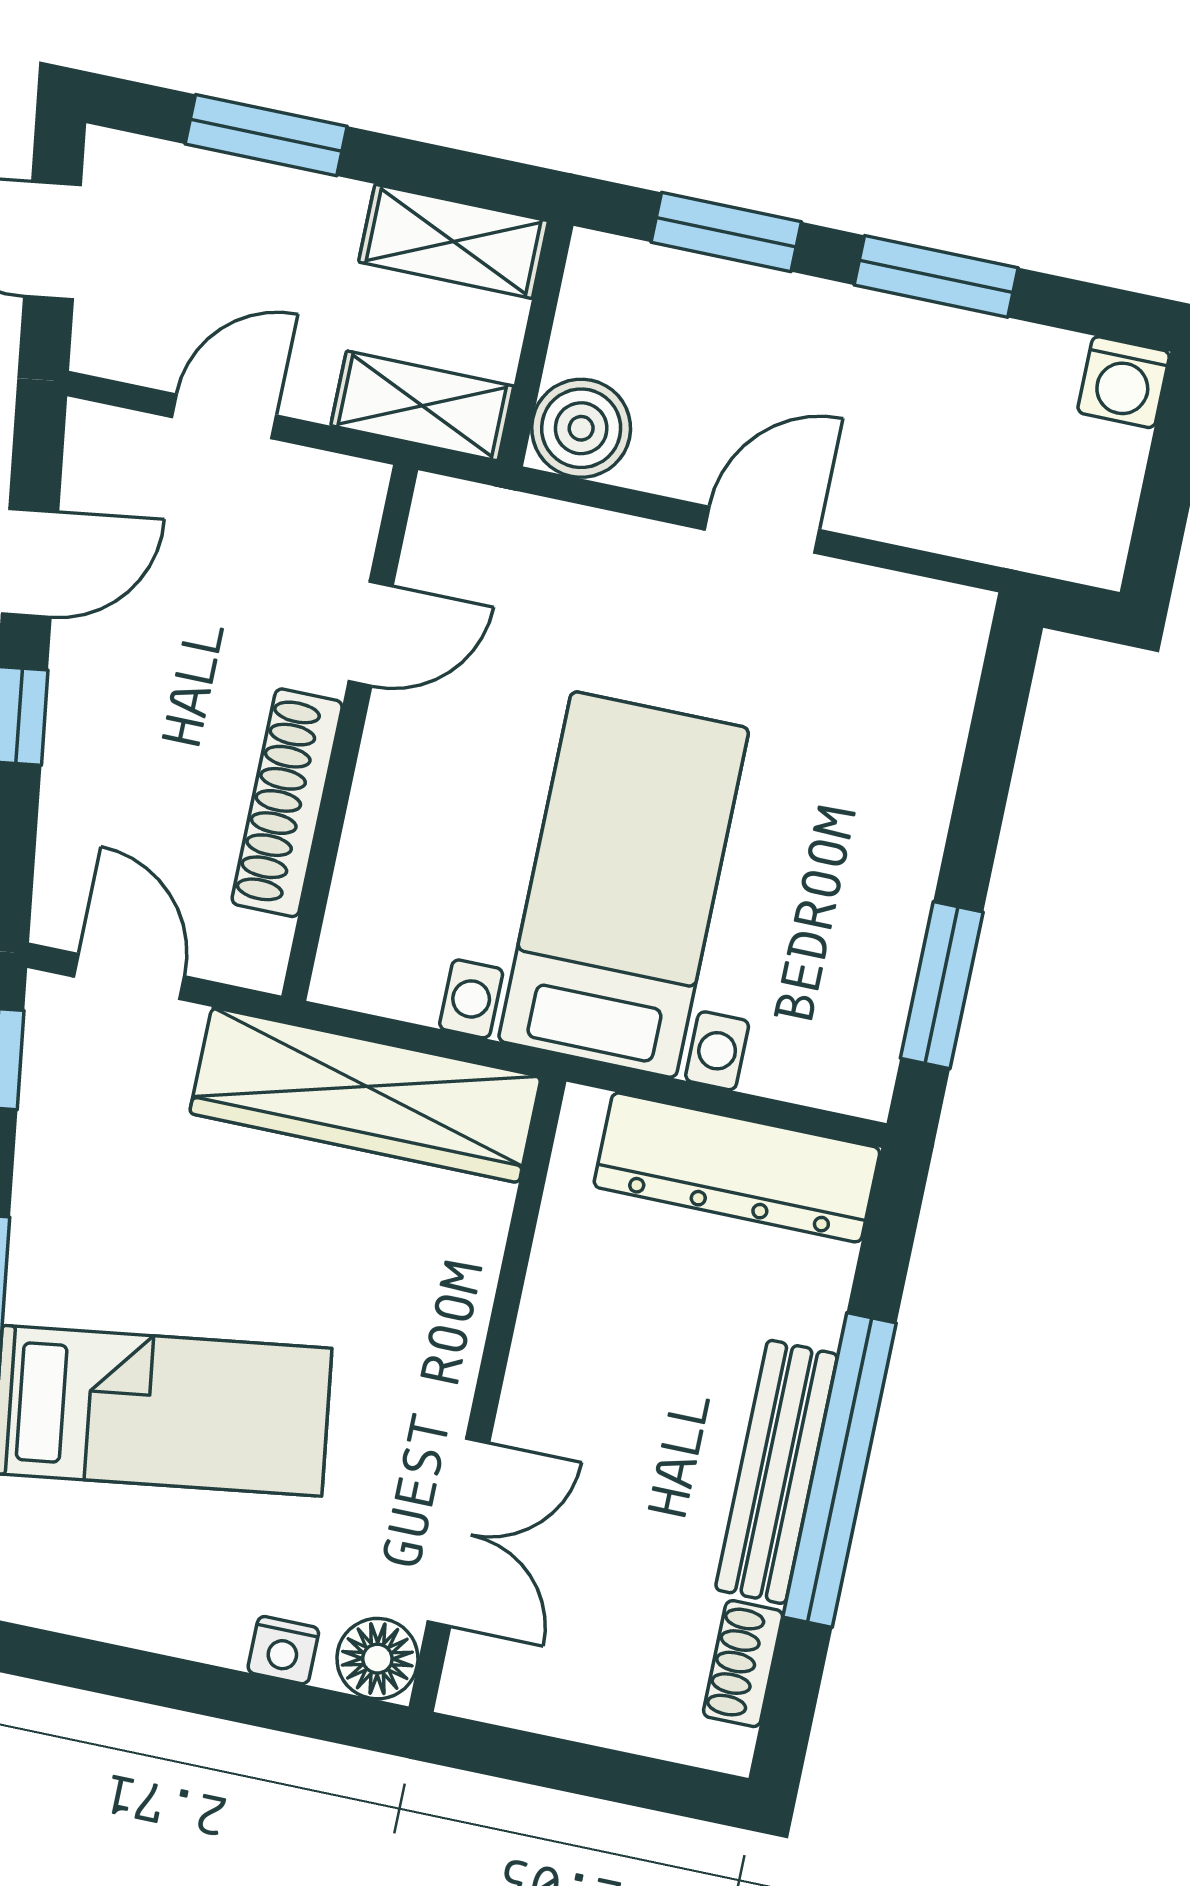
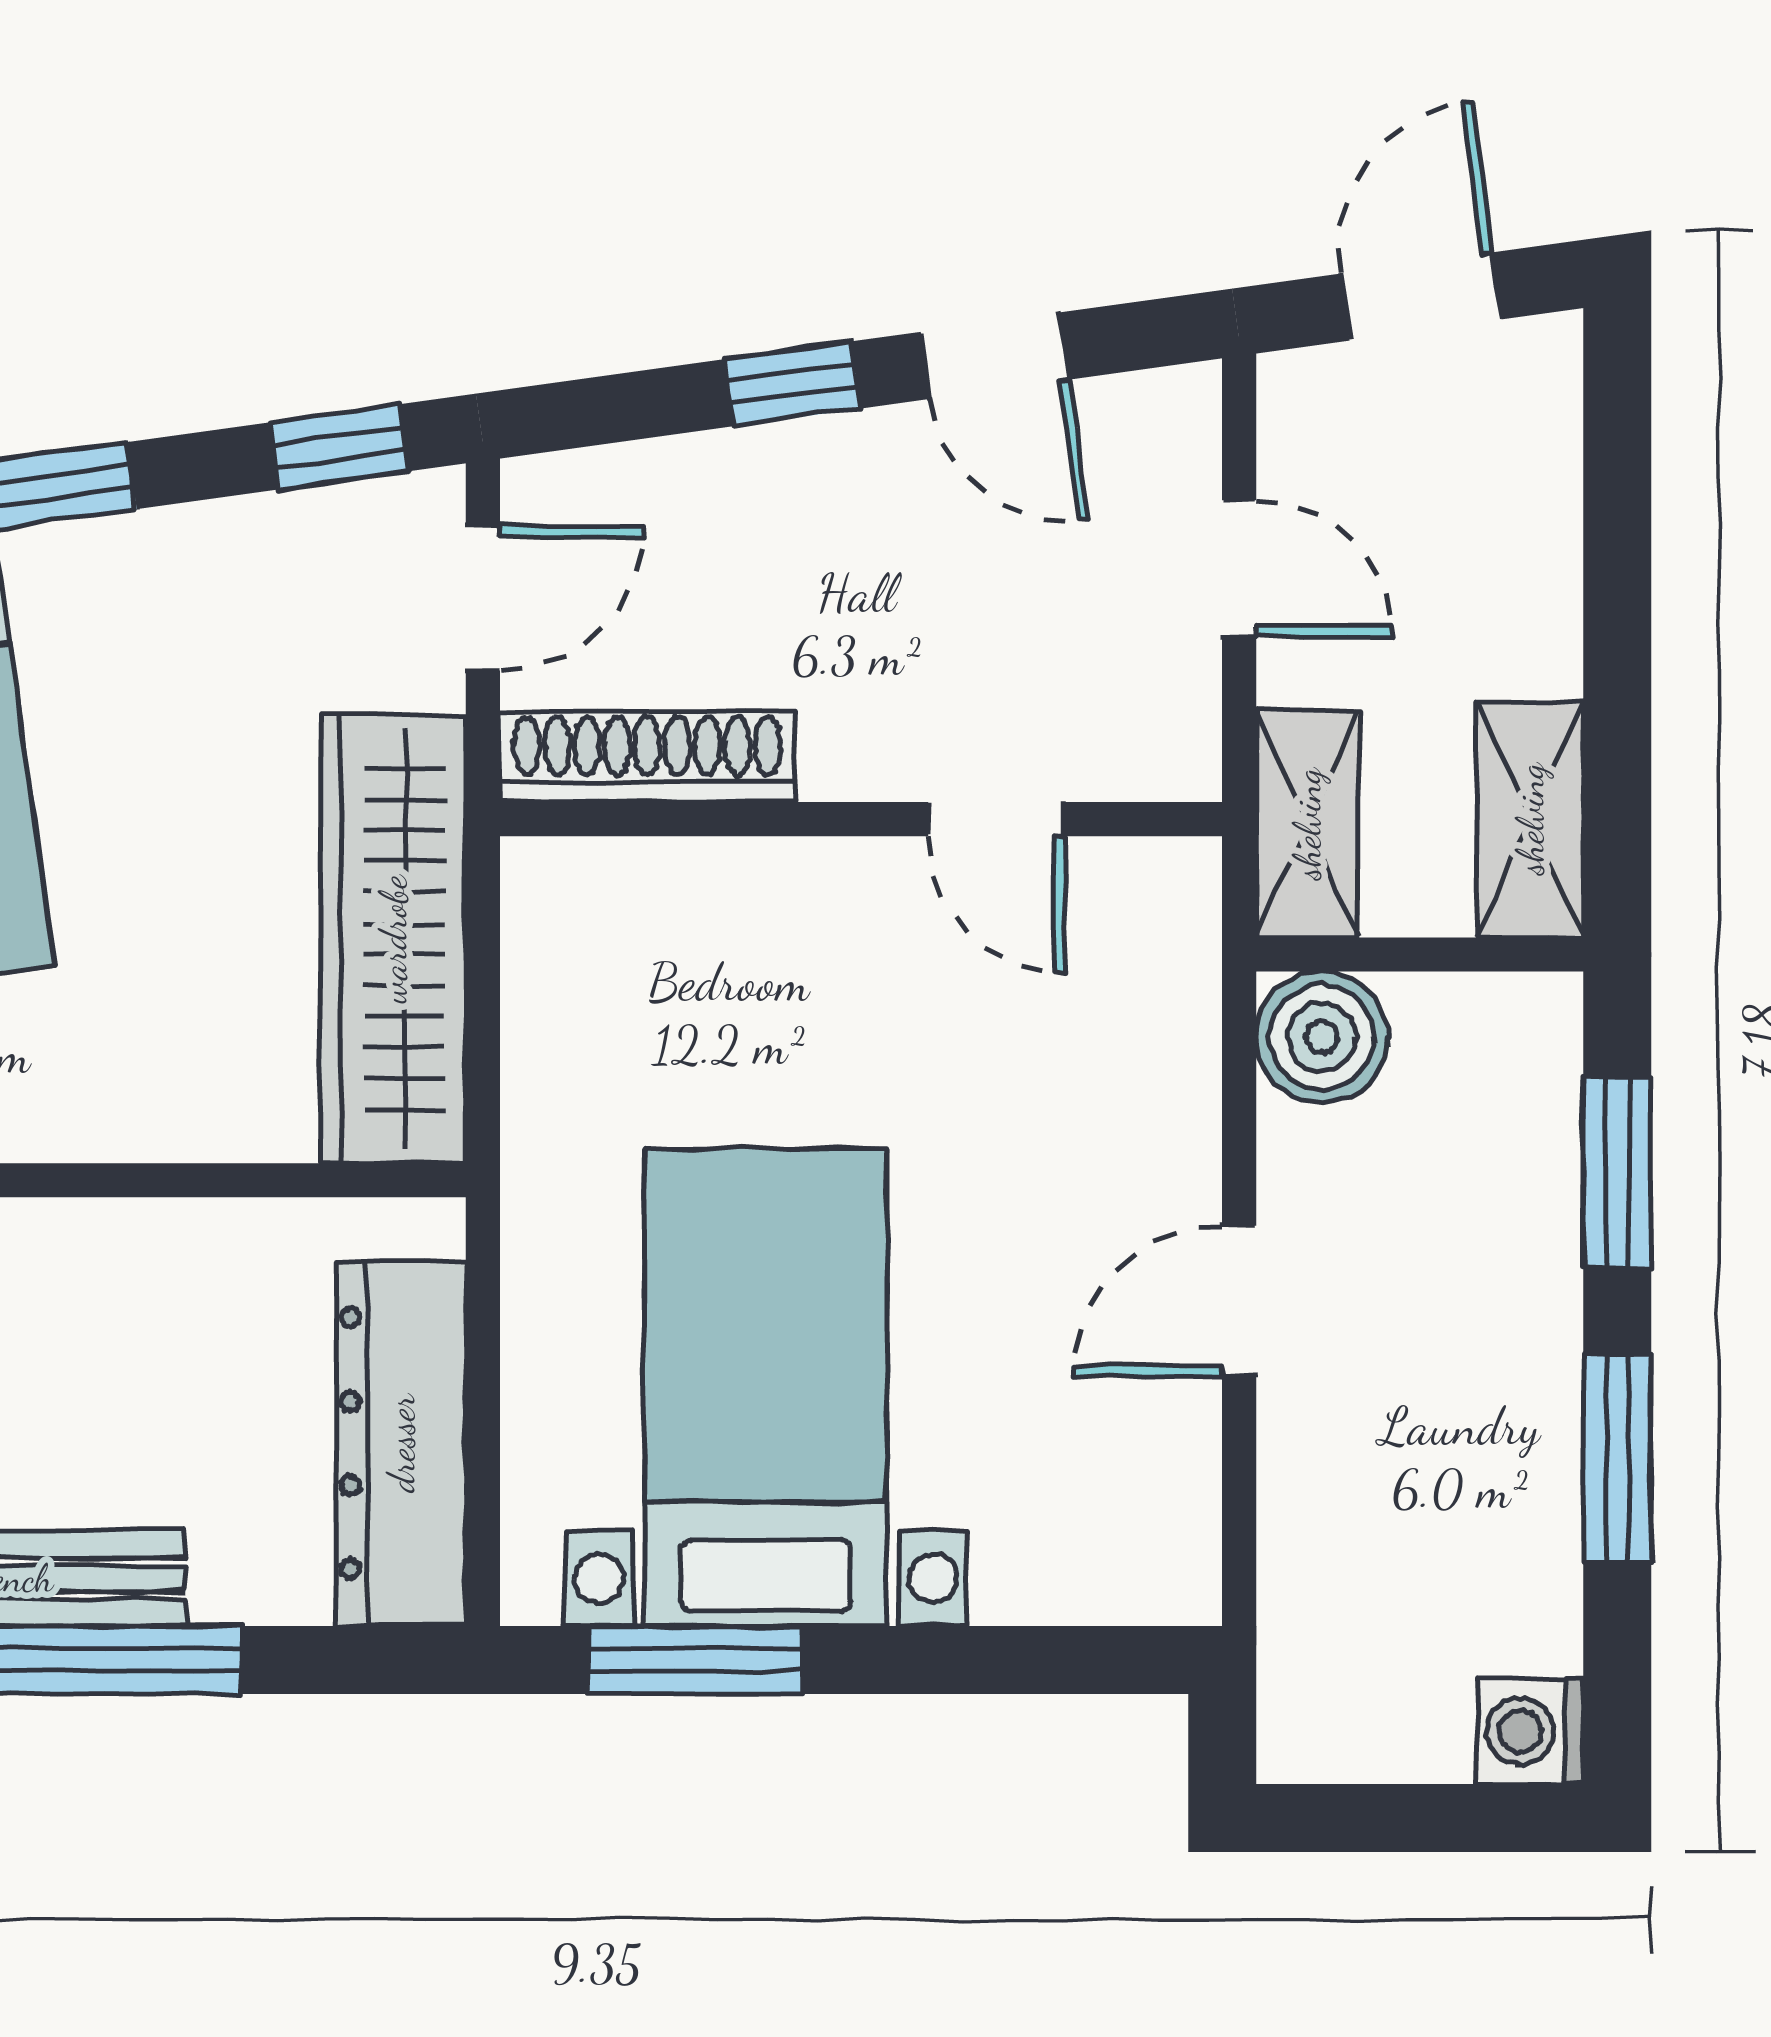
window: (266, 135) -> (1617, 546), removed
door: (762, 530) -> (1239, 1301), swing flipped
shoe rack: (287, 803) -> (647, 757), moved
bed with nightstands: (624, 885) -> (766, 1387), moved, turned -90

